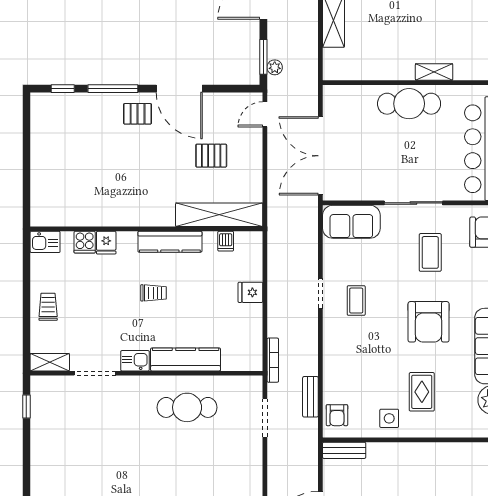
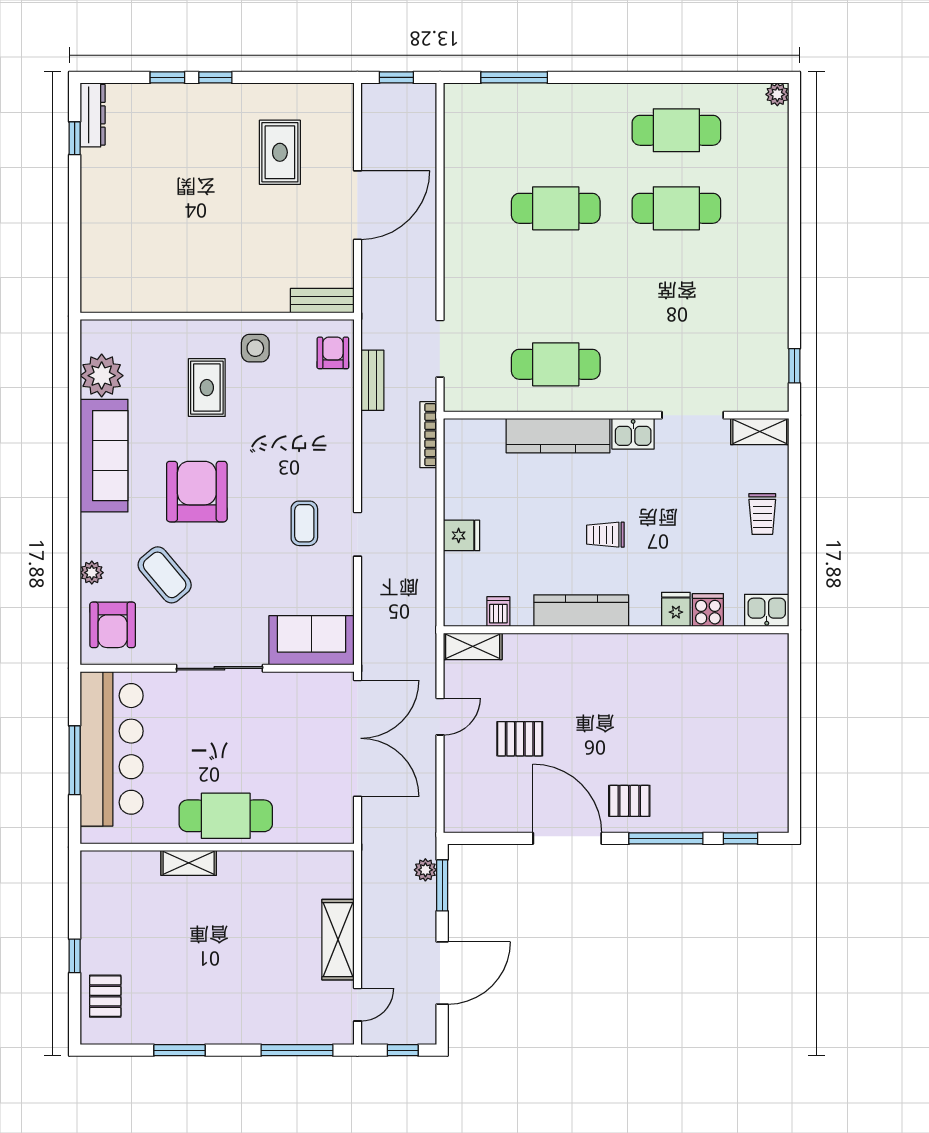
door: (265, 114) -> (440, 717), moved
shelving: (219, 215) -> (473, 646), width x0.45, depth x0.75
coffee table: (430, 252) -> (165, 575), moved, turned -40

